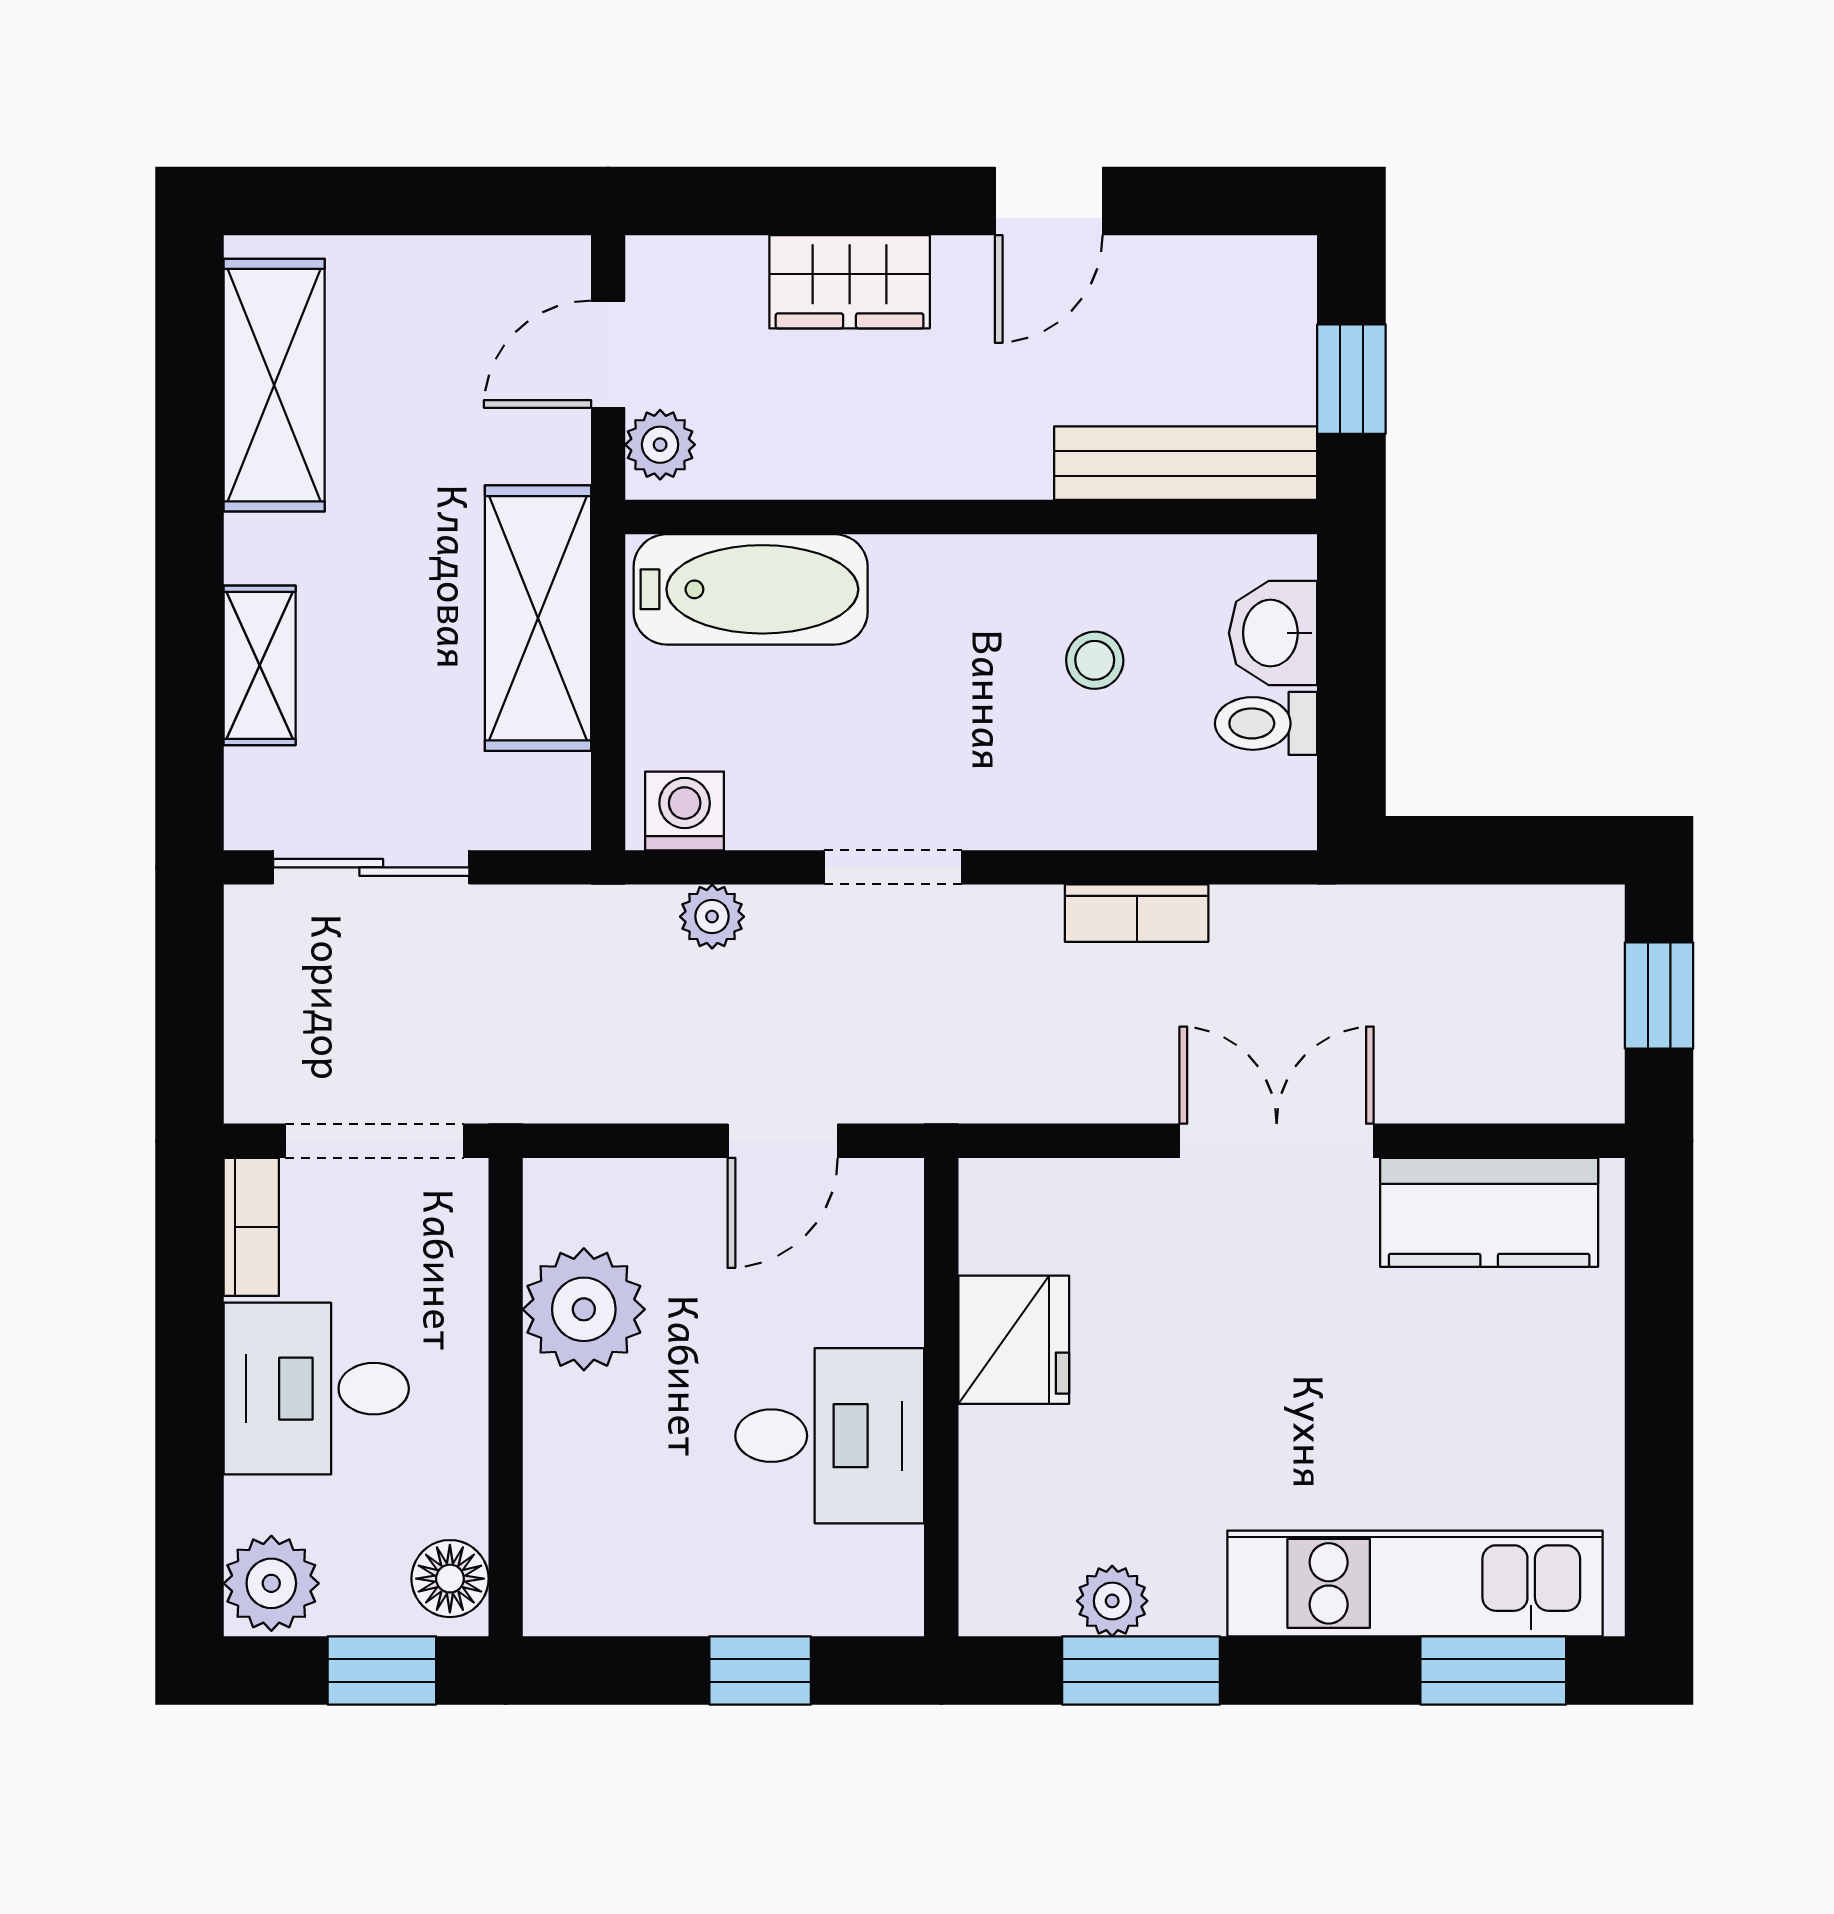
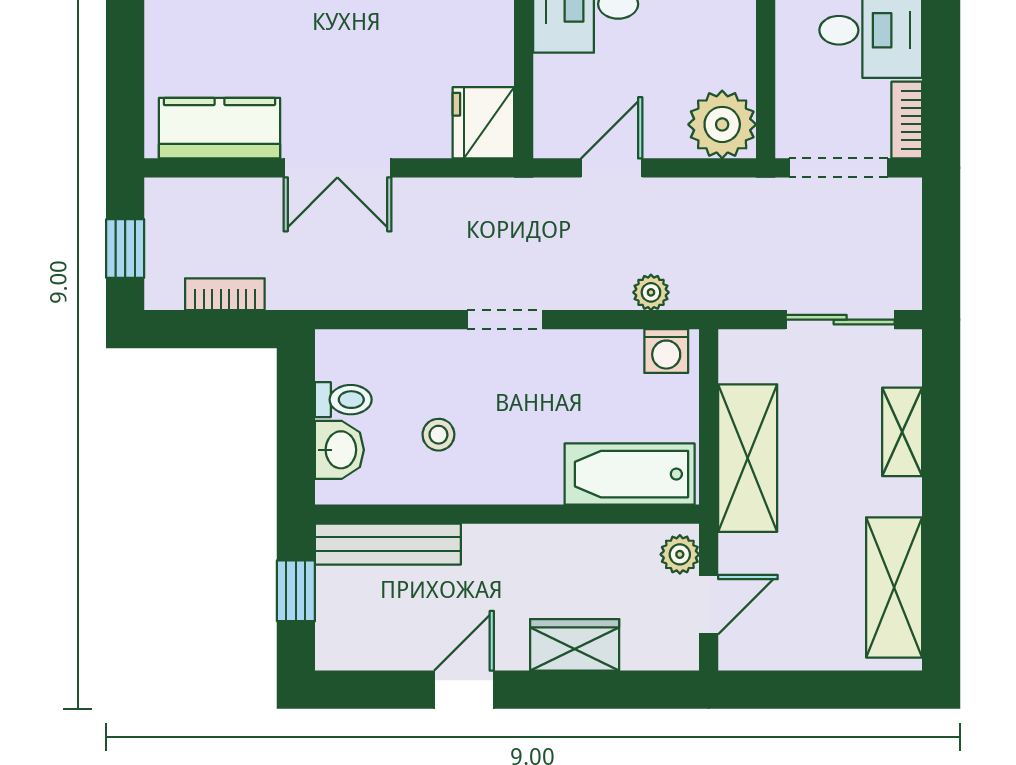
doorway: (893, 867) -> (505, 320), moved
bookcase: (1137, 913) -> (225, 294), moved
plant: (584, 1309) -> (722, 124), moved
fridge: (1014, 1340) -> (483, 123), moved

